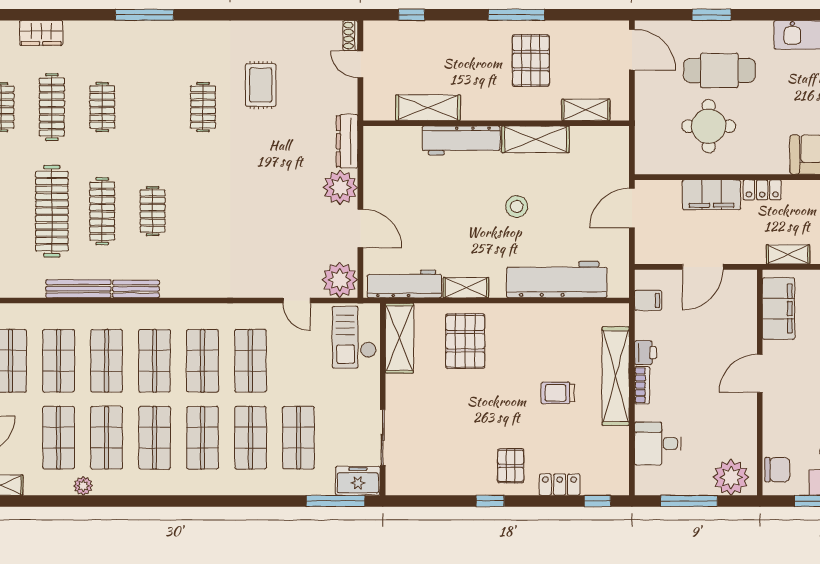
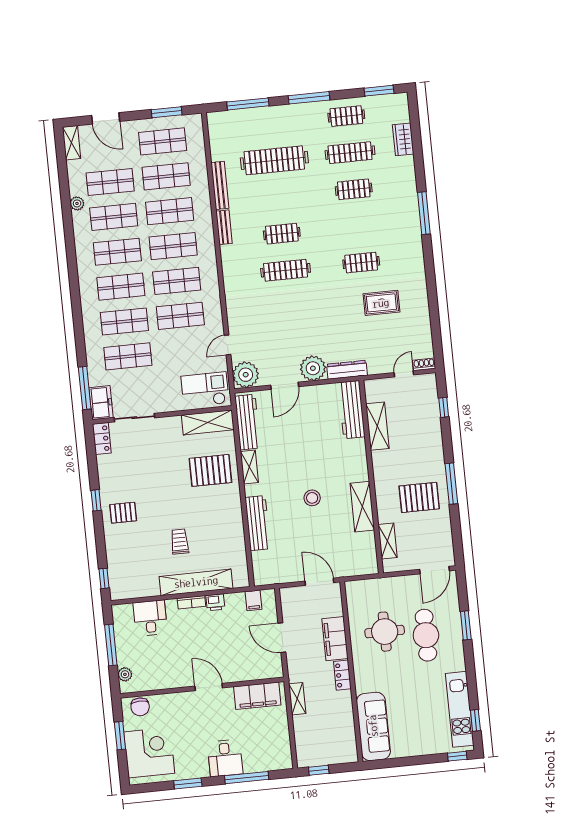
workbench: (461, 140) -> (352, 410), moved
clothes rail: (102, 211) -> (286, 270), moved
workbench: (557, 280) -> (258, 523), width x0.73, depth x0.76
plant: (731, 477) -> (125, 674), width x0.53, depth x0.53
locker: (560, 485) -> (102, 439), moved

